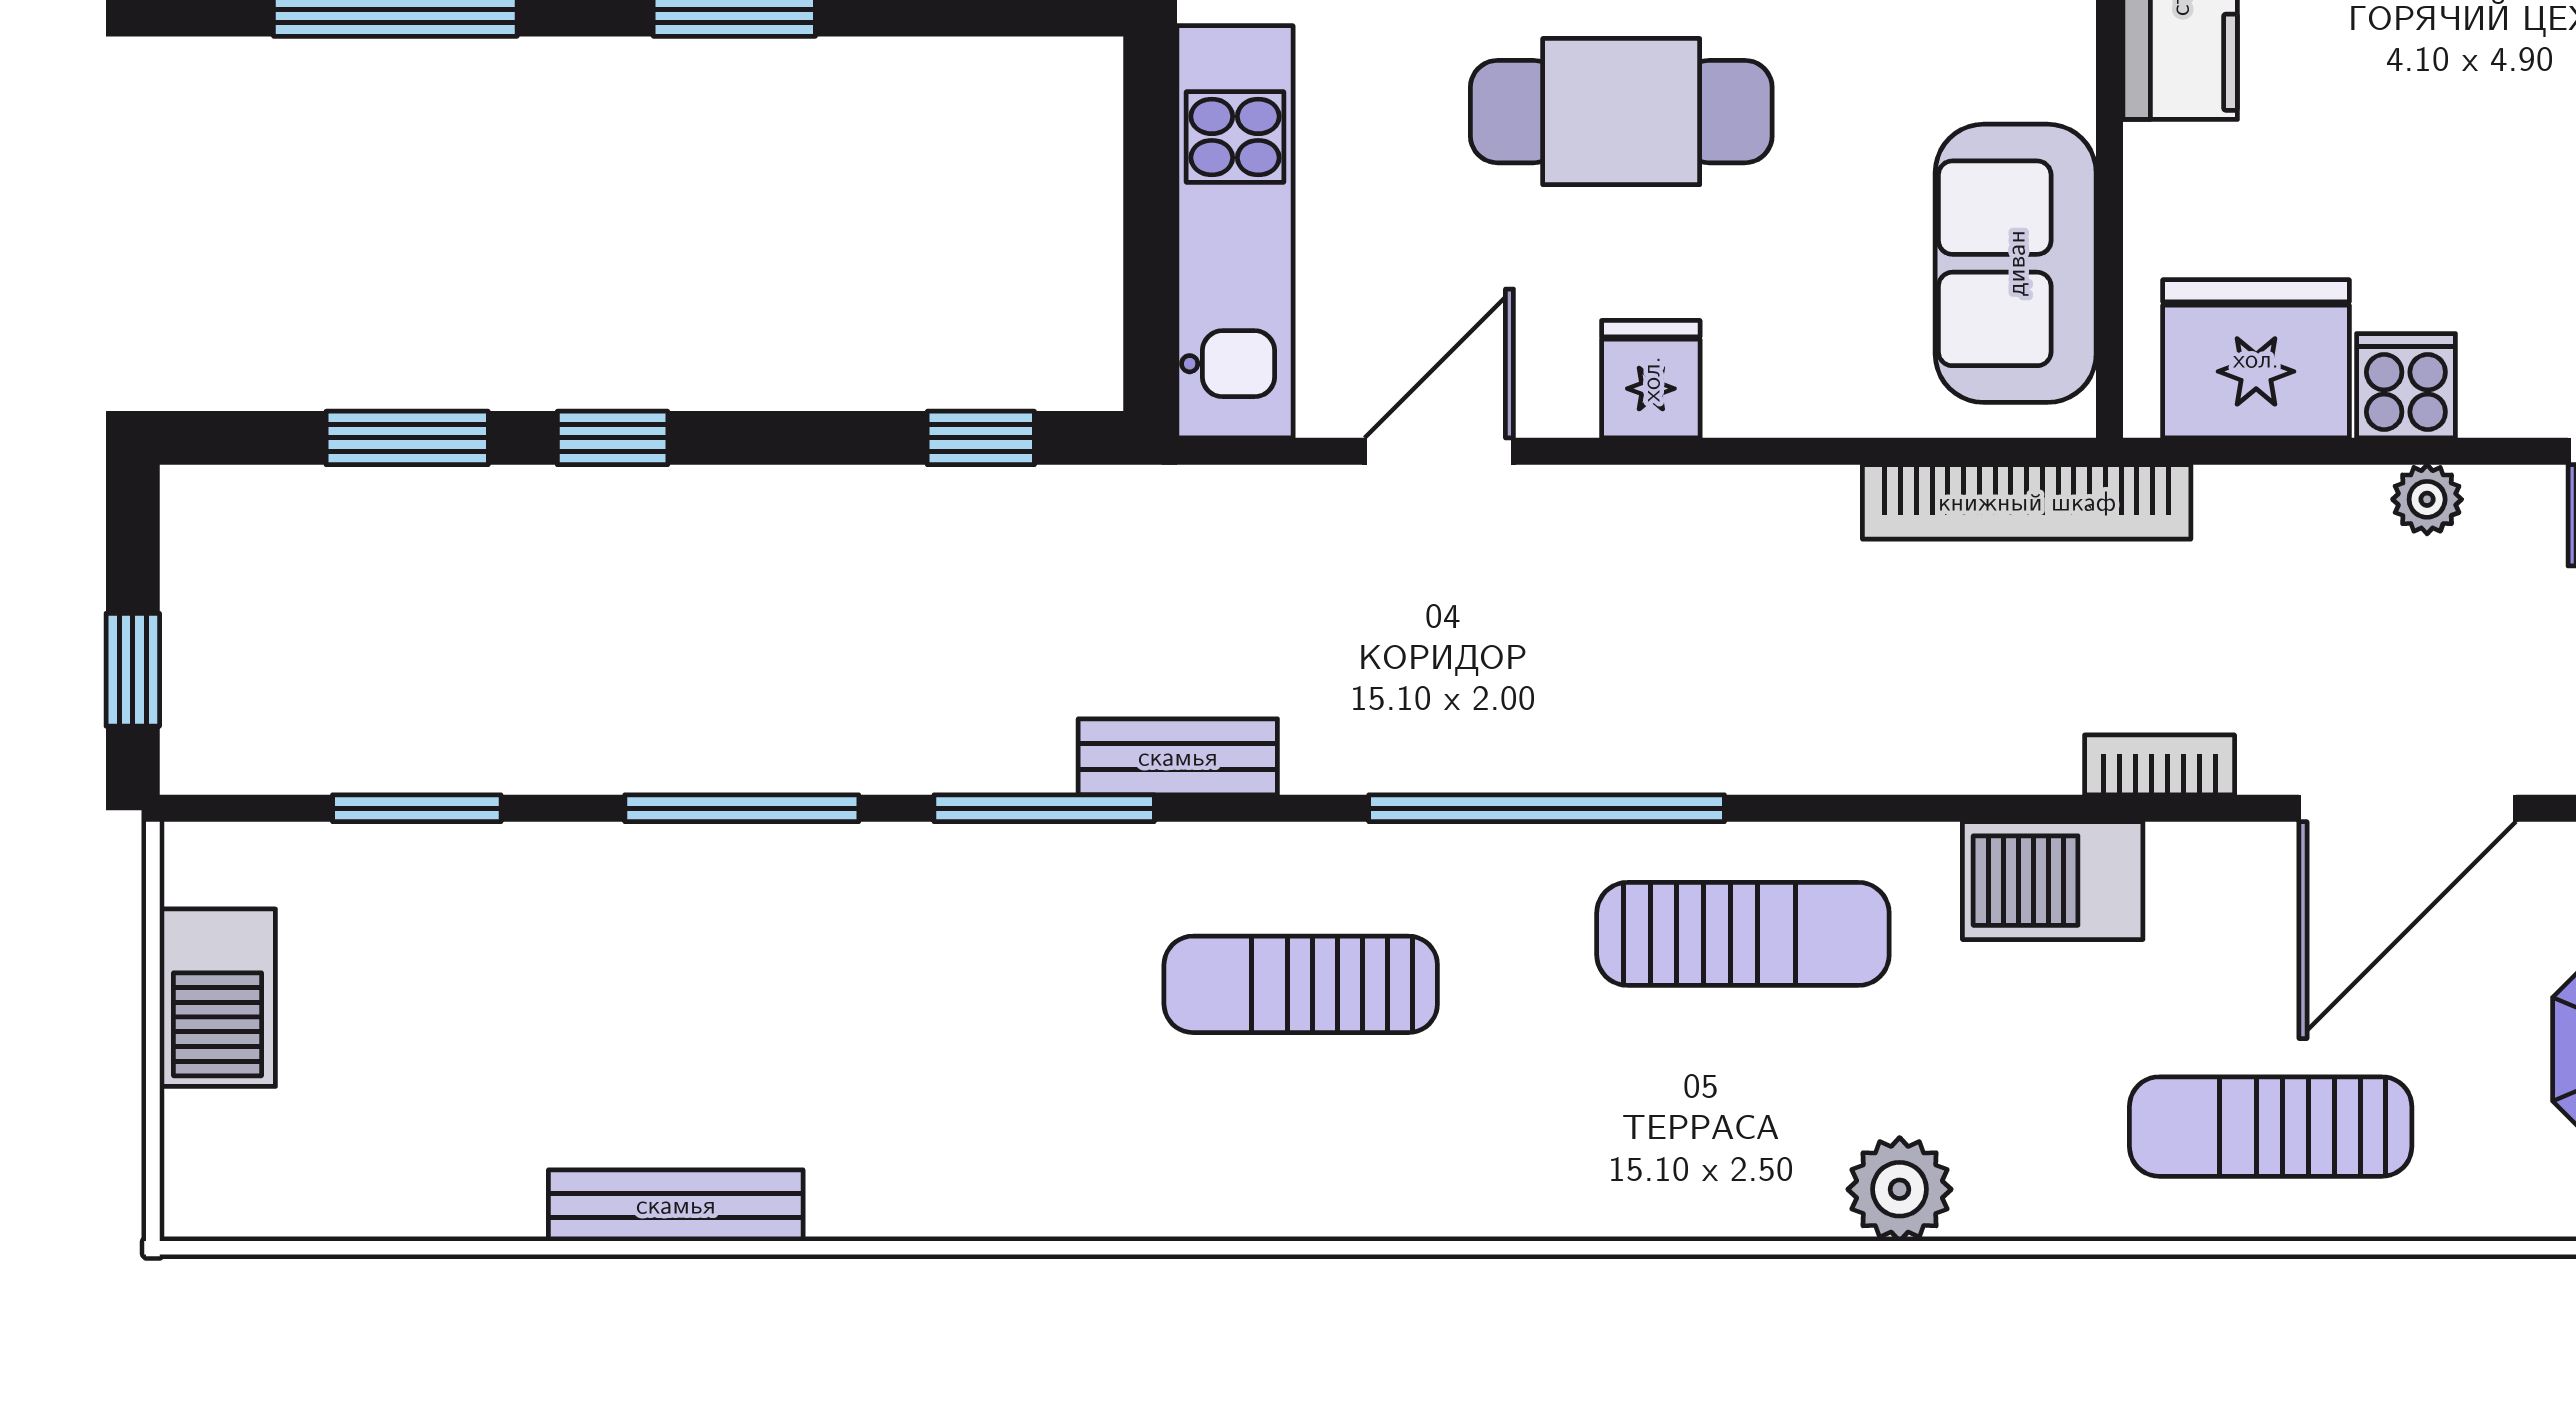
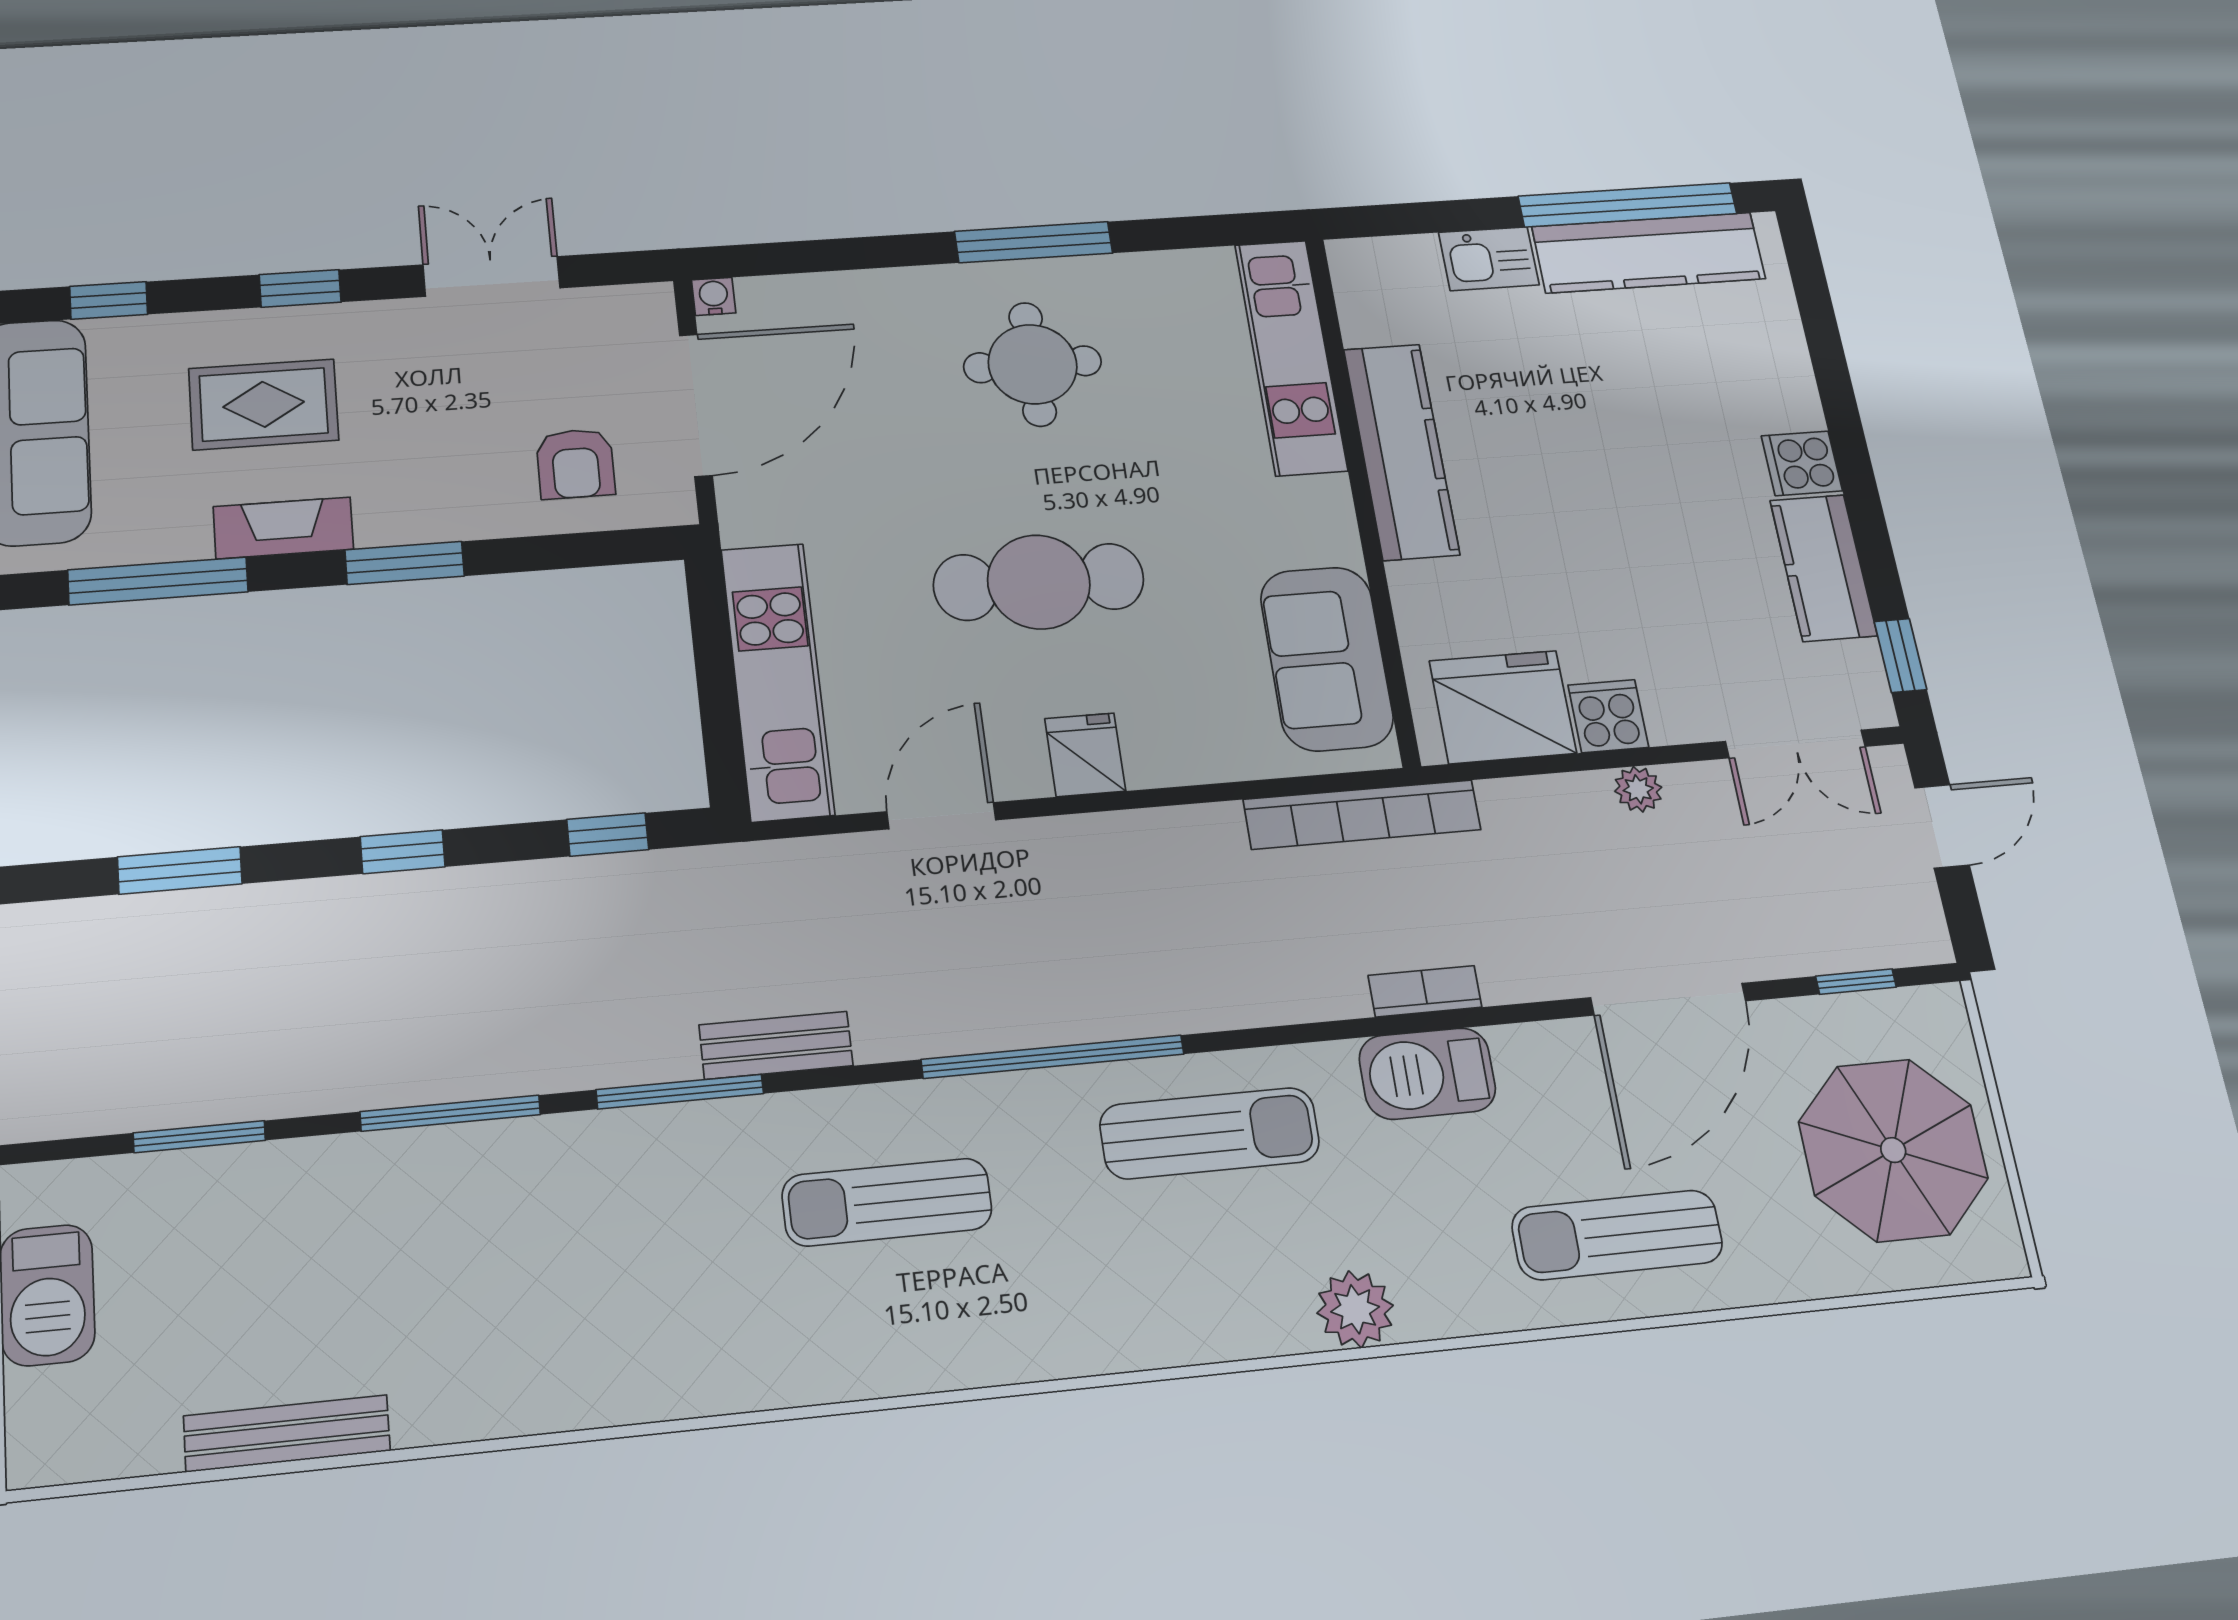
window: (613, 438) -> (403, 852), moved
bookcase: (2160, 765) -> (1425, 991), moved
bench: (676, 1205) -> (287, 1433), moved

